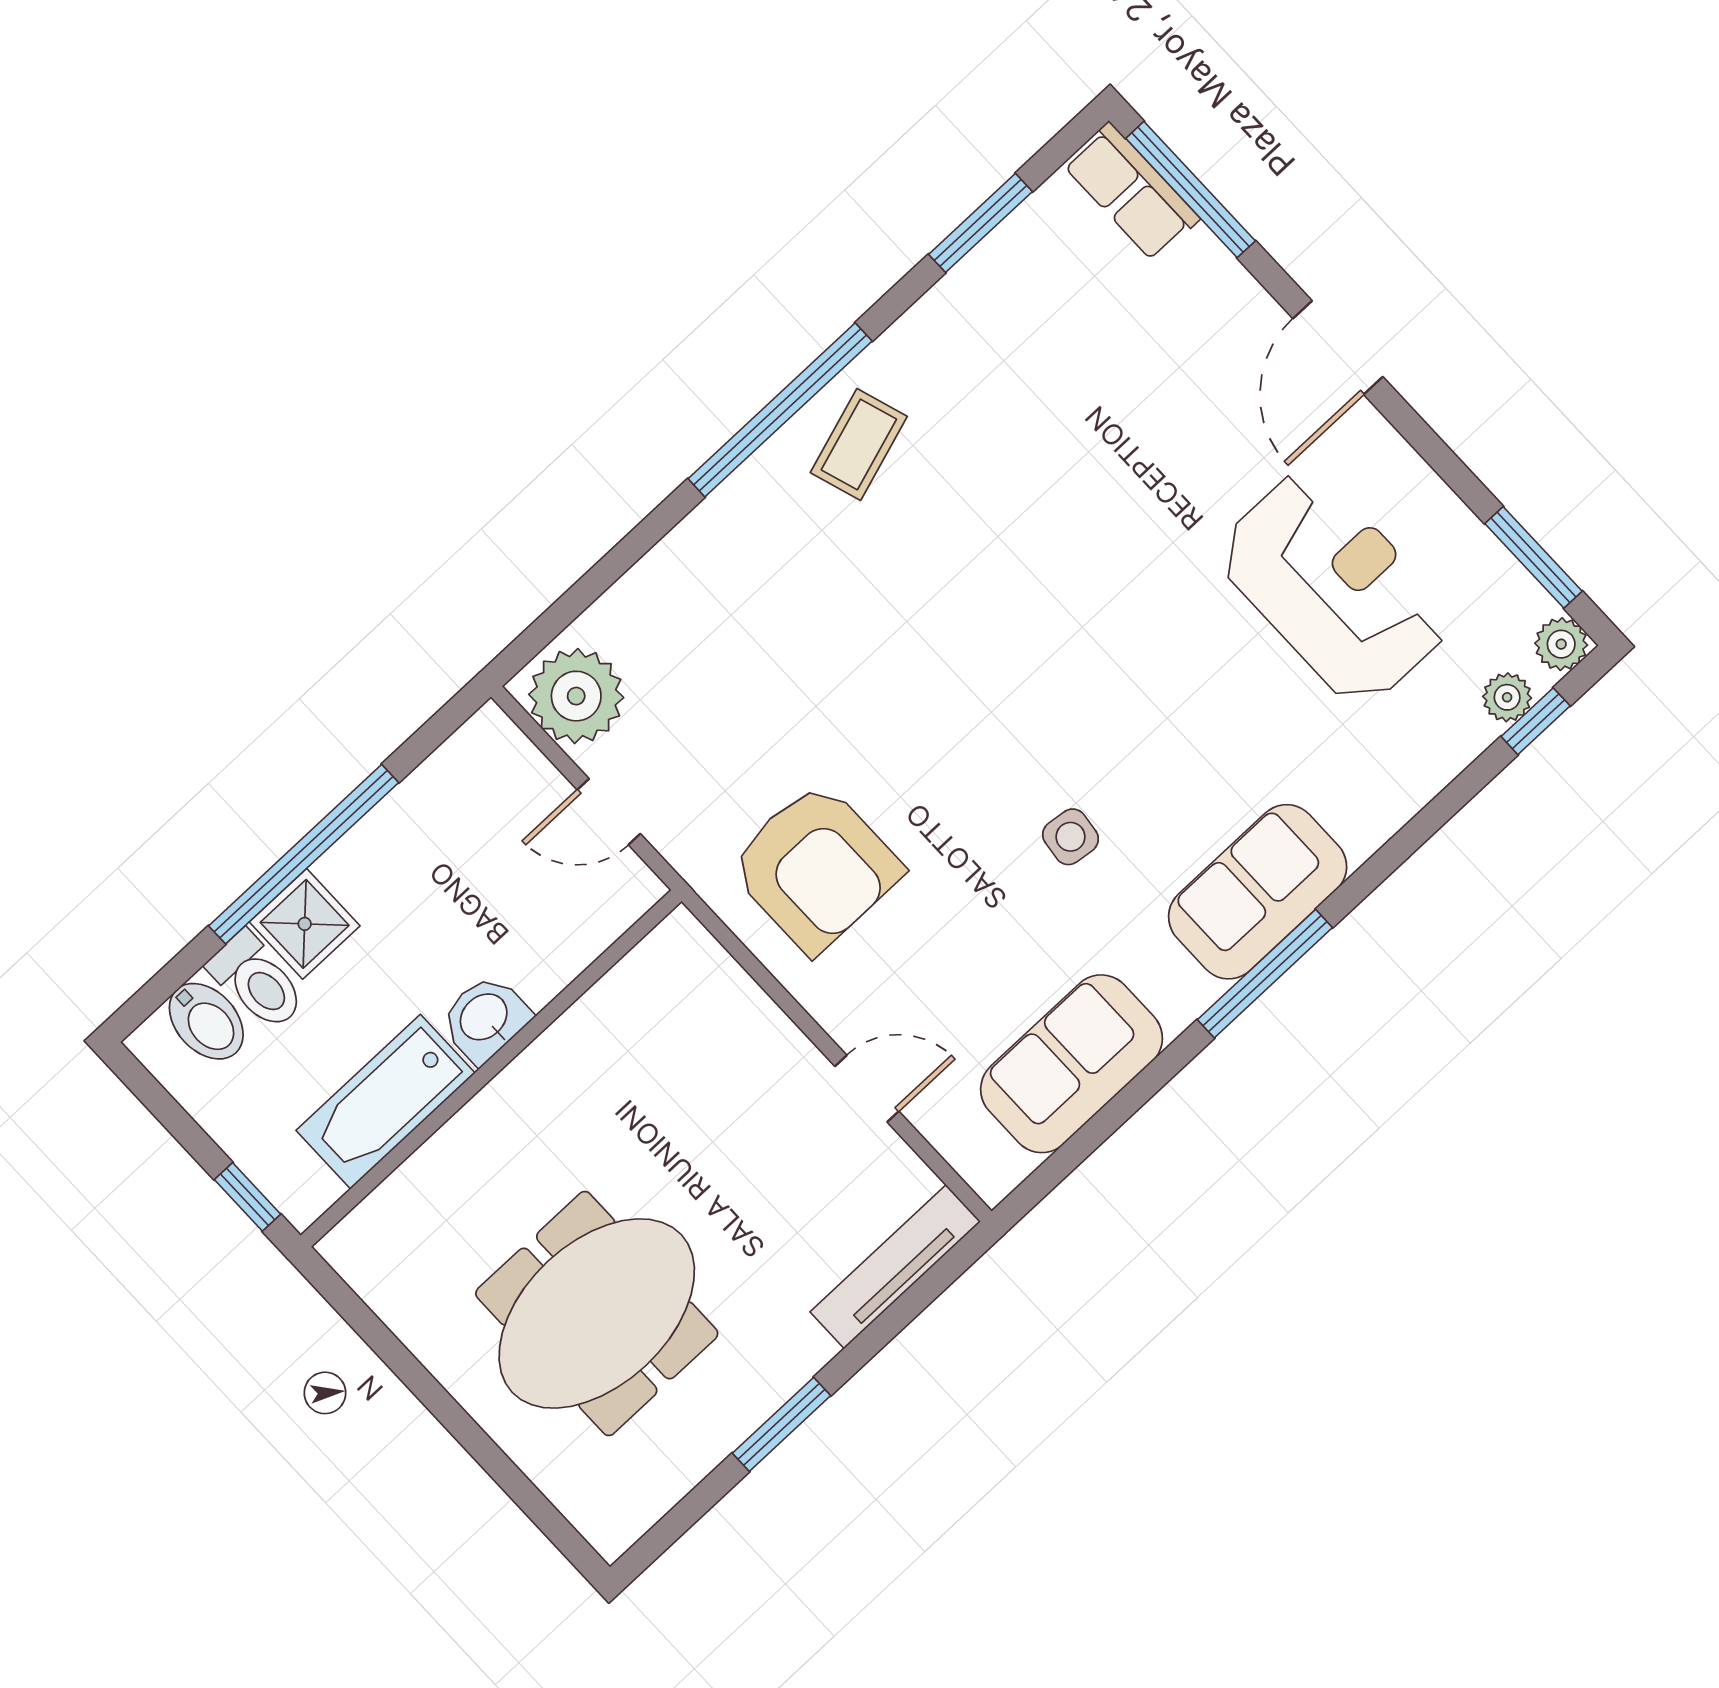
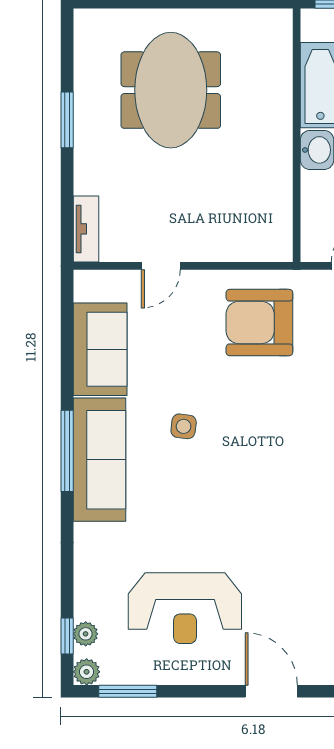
sofa: (1258, 892) -> (100, 460), width x1.36
tv unit: (895, 1267) -> (86, 229), width x0.71

